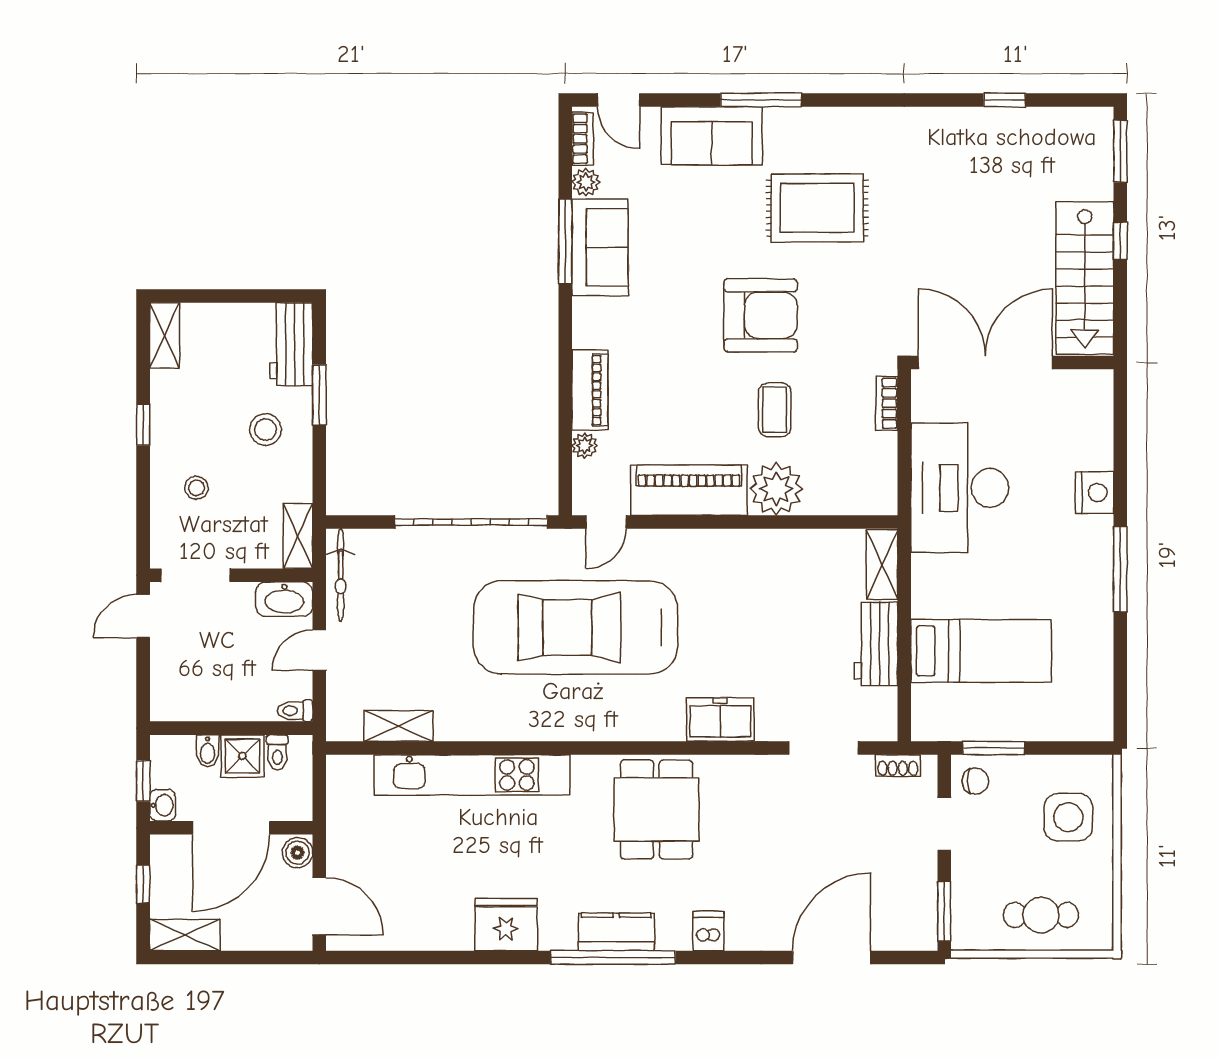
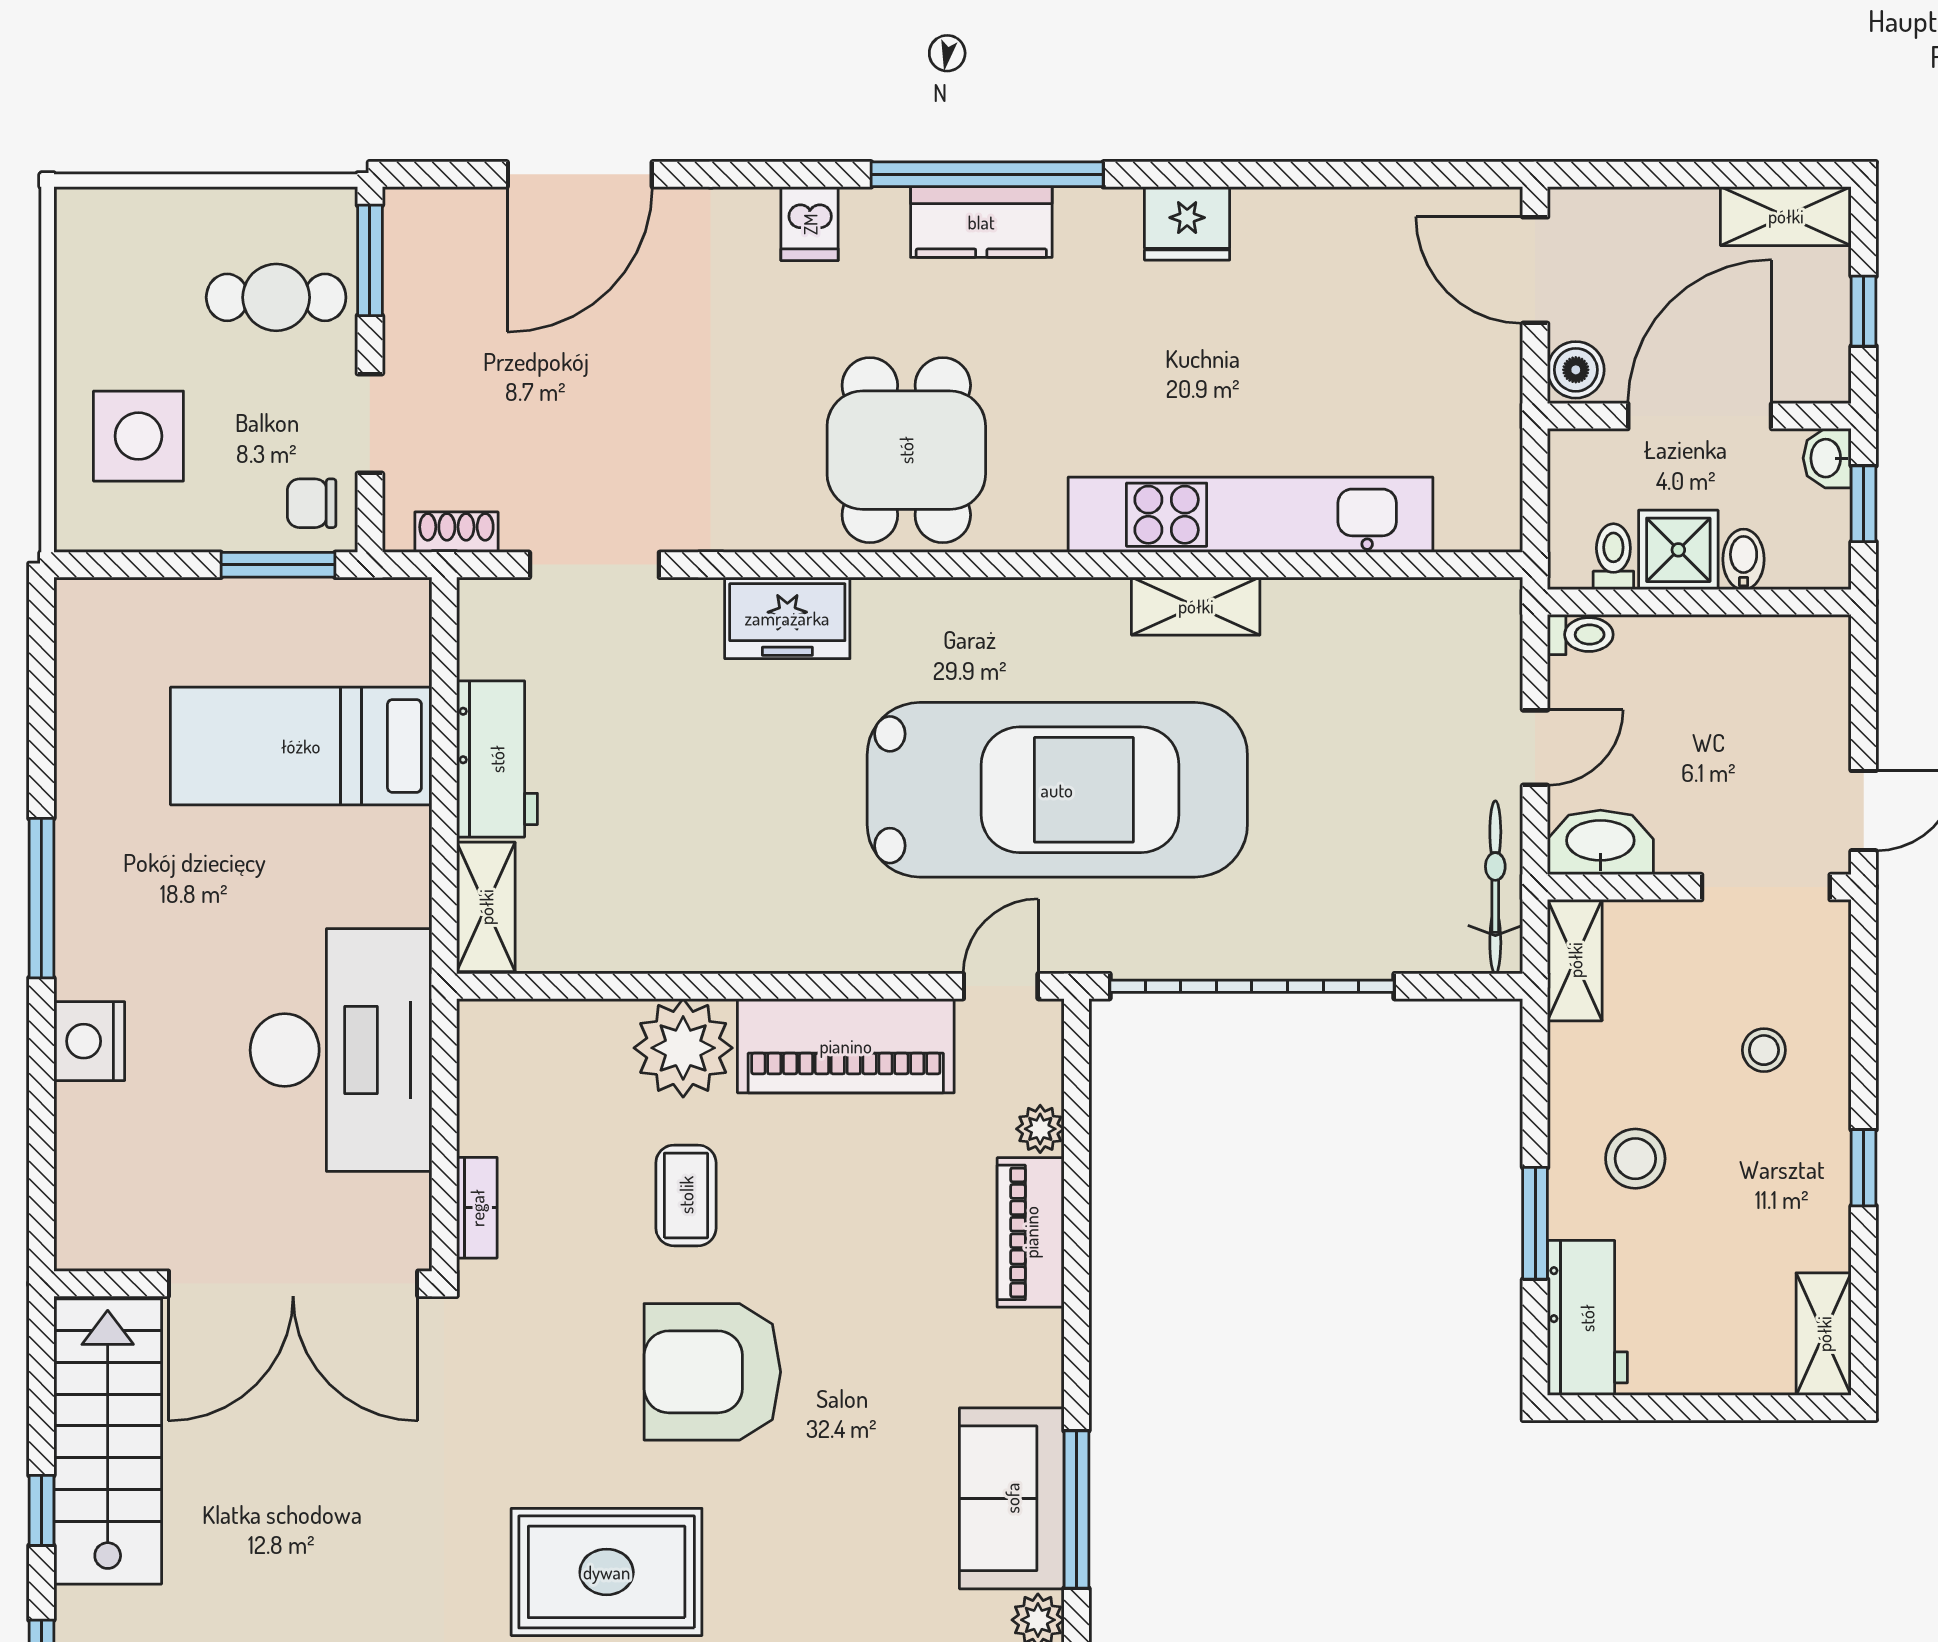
shelving: (399, 726) -> (1196, 606), moved
cafe table: (1041, 915) -> (276, 297), moved
fridge: (506, 924) -> (1187, 223), width x0.73, depth x0.75

